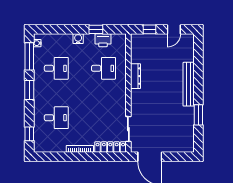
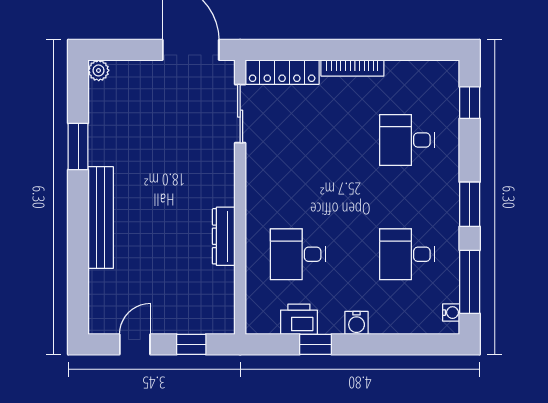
plant: (190, 148) -> (99, 70), added

